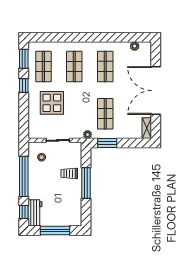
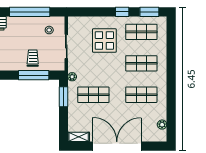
window: (86, 183) -> (34, 75), moved

